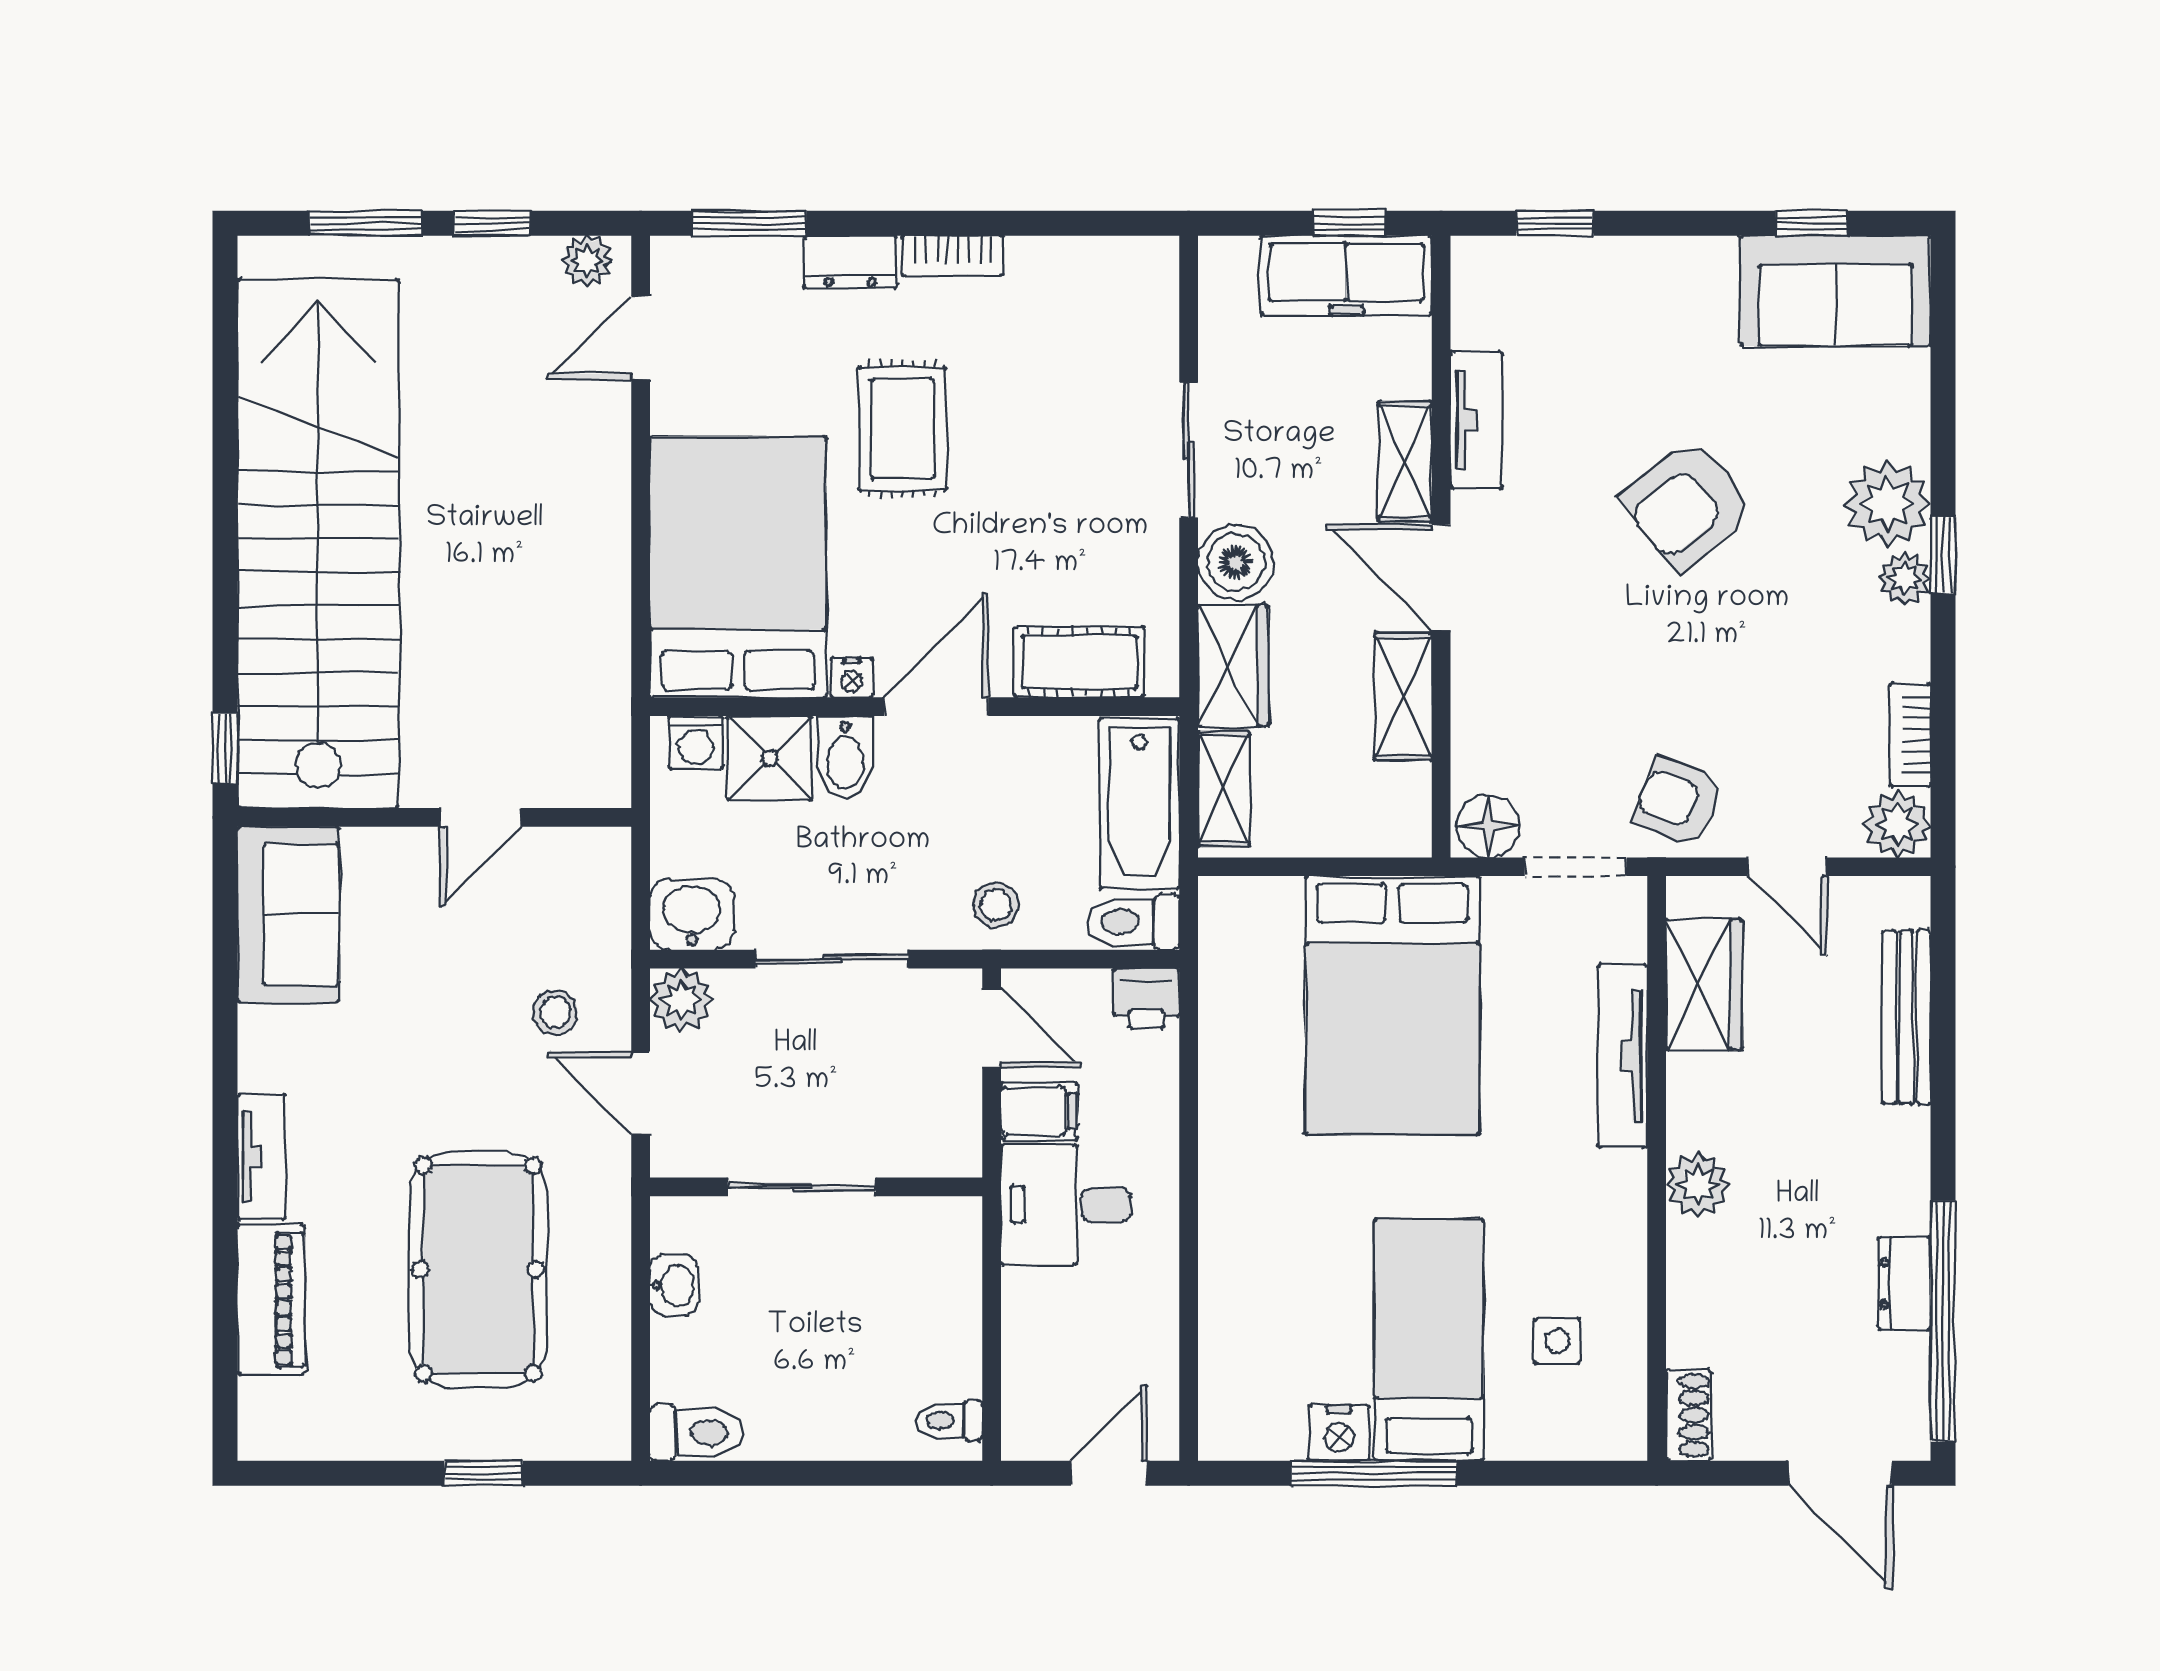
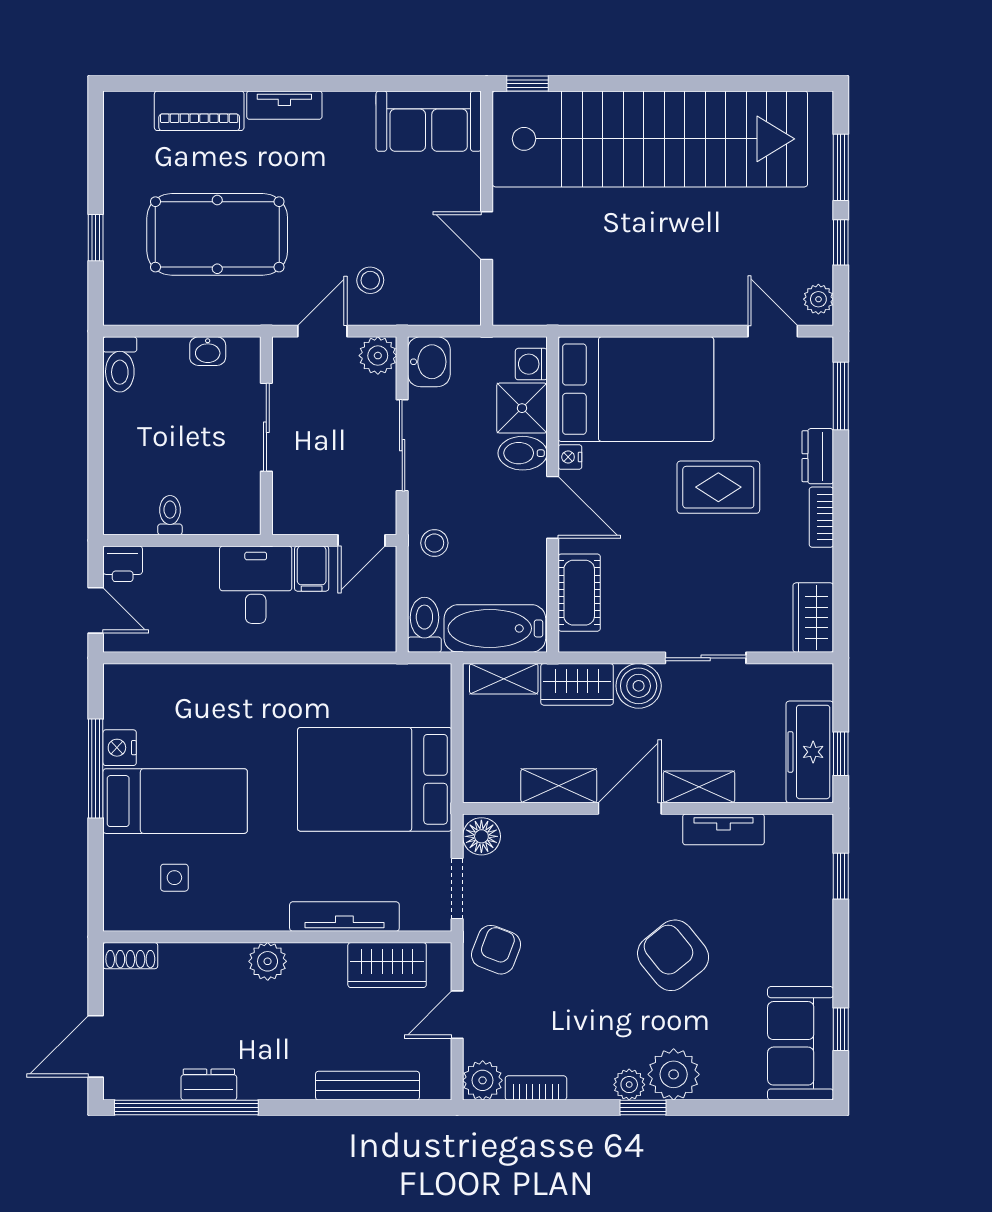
wardrobe: (1121, 269) -> (813, 618), added
printer: (1146, 998) -> (123, 564), moved, turned -90
toilet: (949, 1421) -> (170, 515), moved

